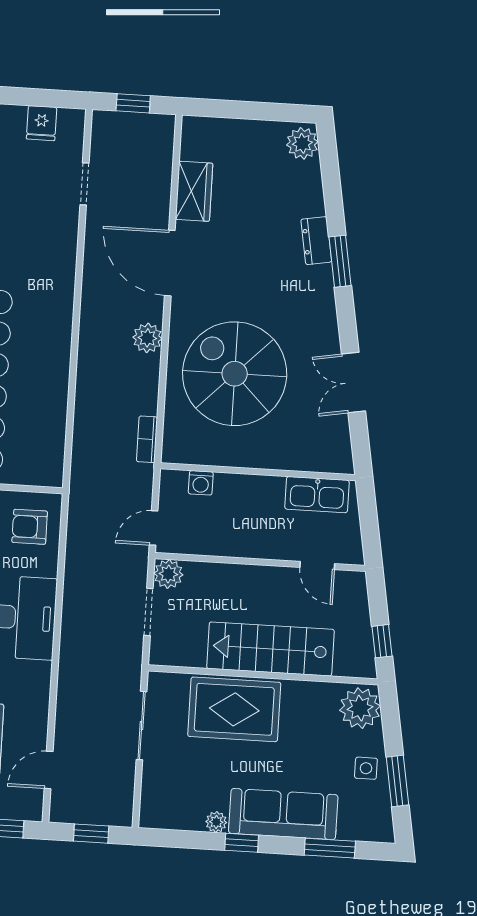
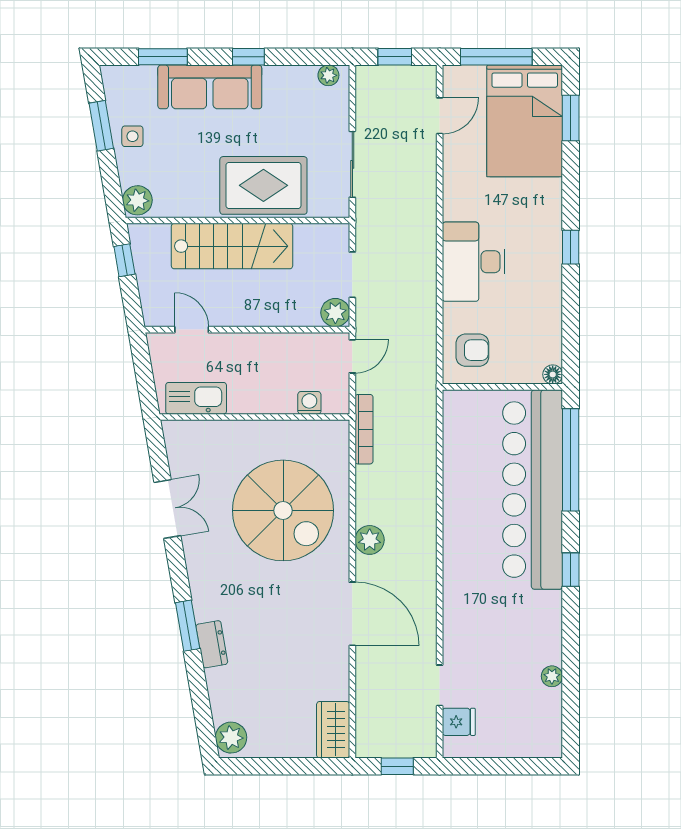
fridge: (42, 123) -> (459, 722), moved, turned 90
wardrobe: (194, 191) -> (333, 730), moved
bookcase: (147, 439) -> (364, 429), width x1.56
plant: (360, 708) -> (137, 200), width x0.73, depth x0.73
plant: (216, 822) -> (328, 75), moved

